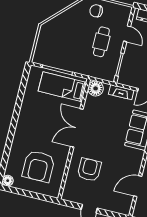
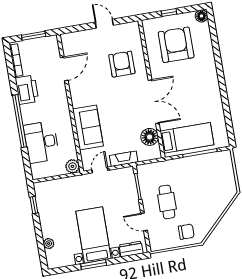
floor lamp: (96, 88) -> (150, 137), moved
armchair: (89, 170) -> (122, 64), turned 180
window: (33, 195) -> (169, 13), added

